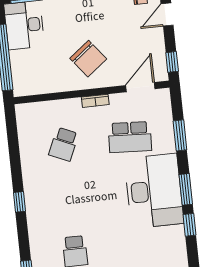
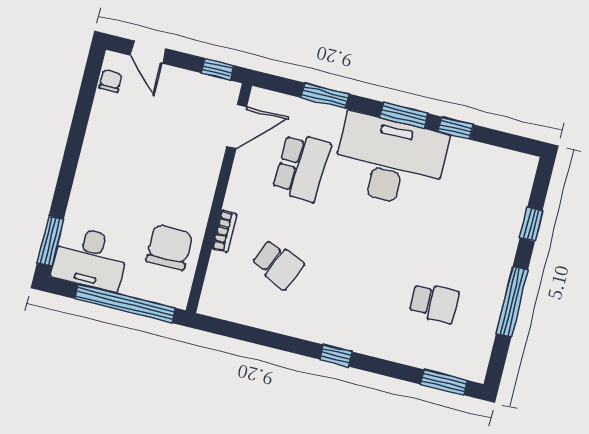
chair: (88, 59) -> (169, 247), moved, turned -52
door: (140, 87) -> (237, 127), swing flipped
bookcase: (95, 101) -> (224, 231), moved

